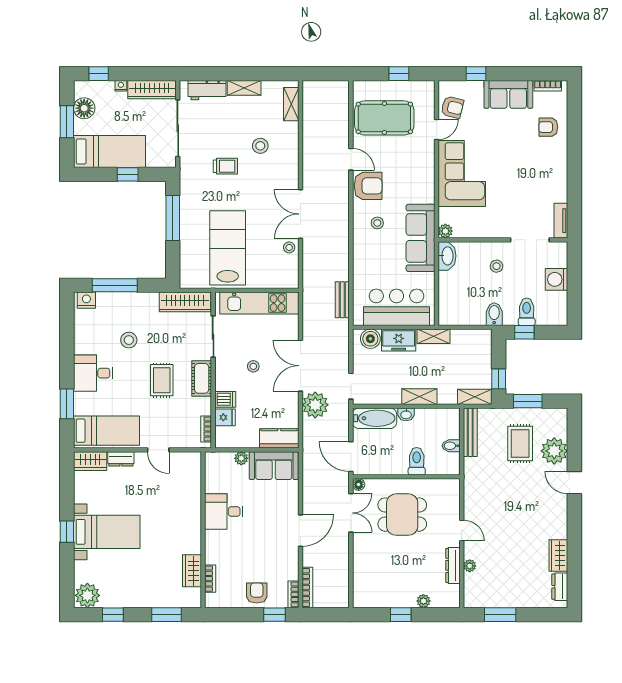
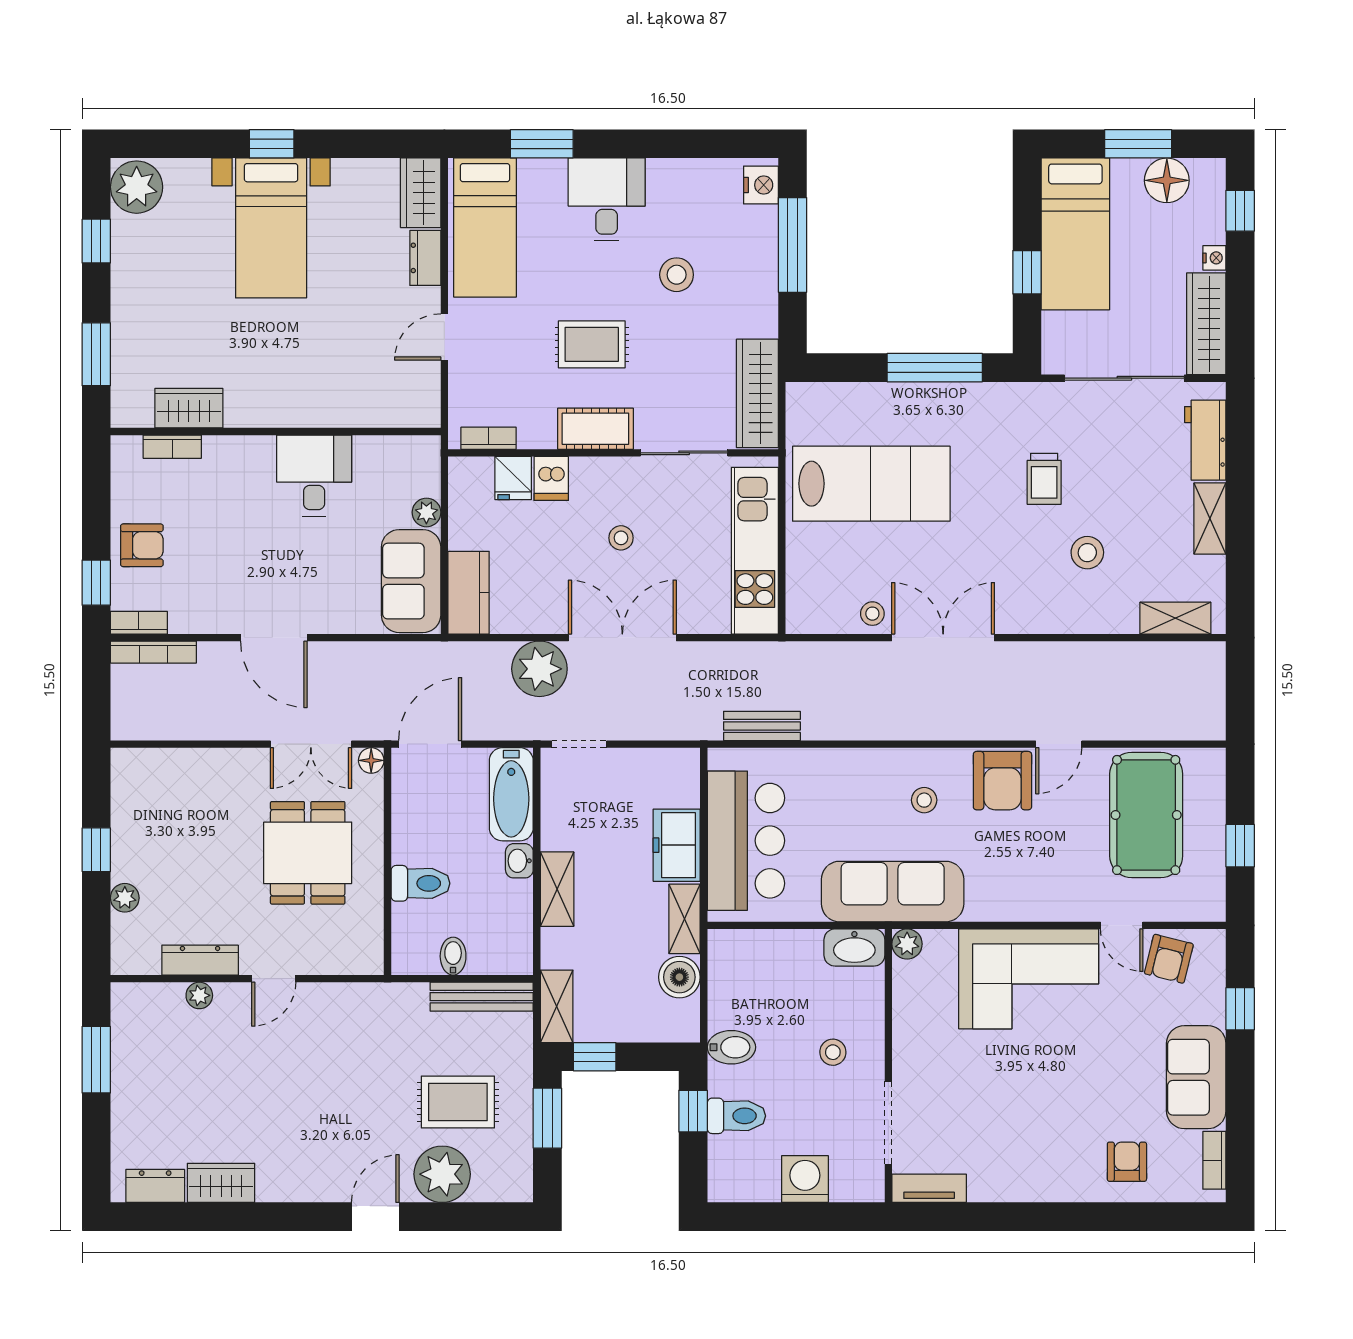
boiler: (370, 339) -> (679, 977), moved

